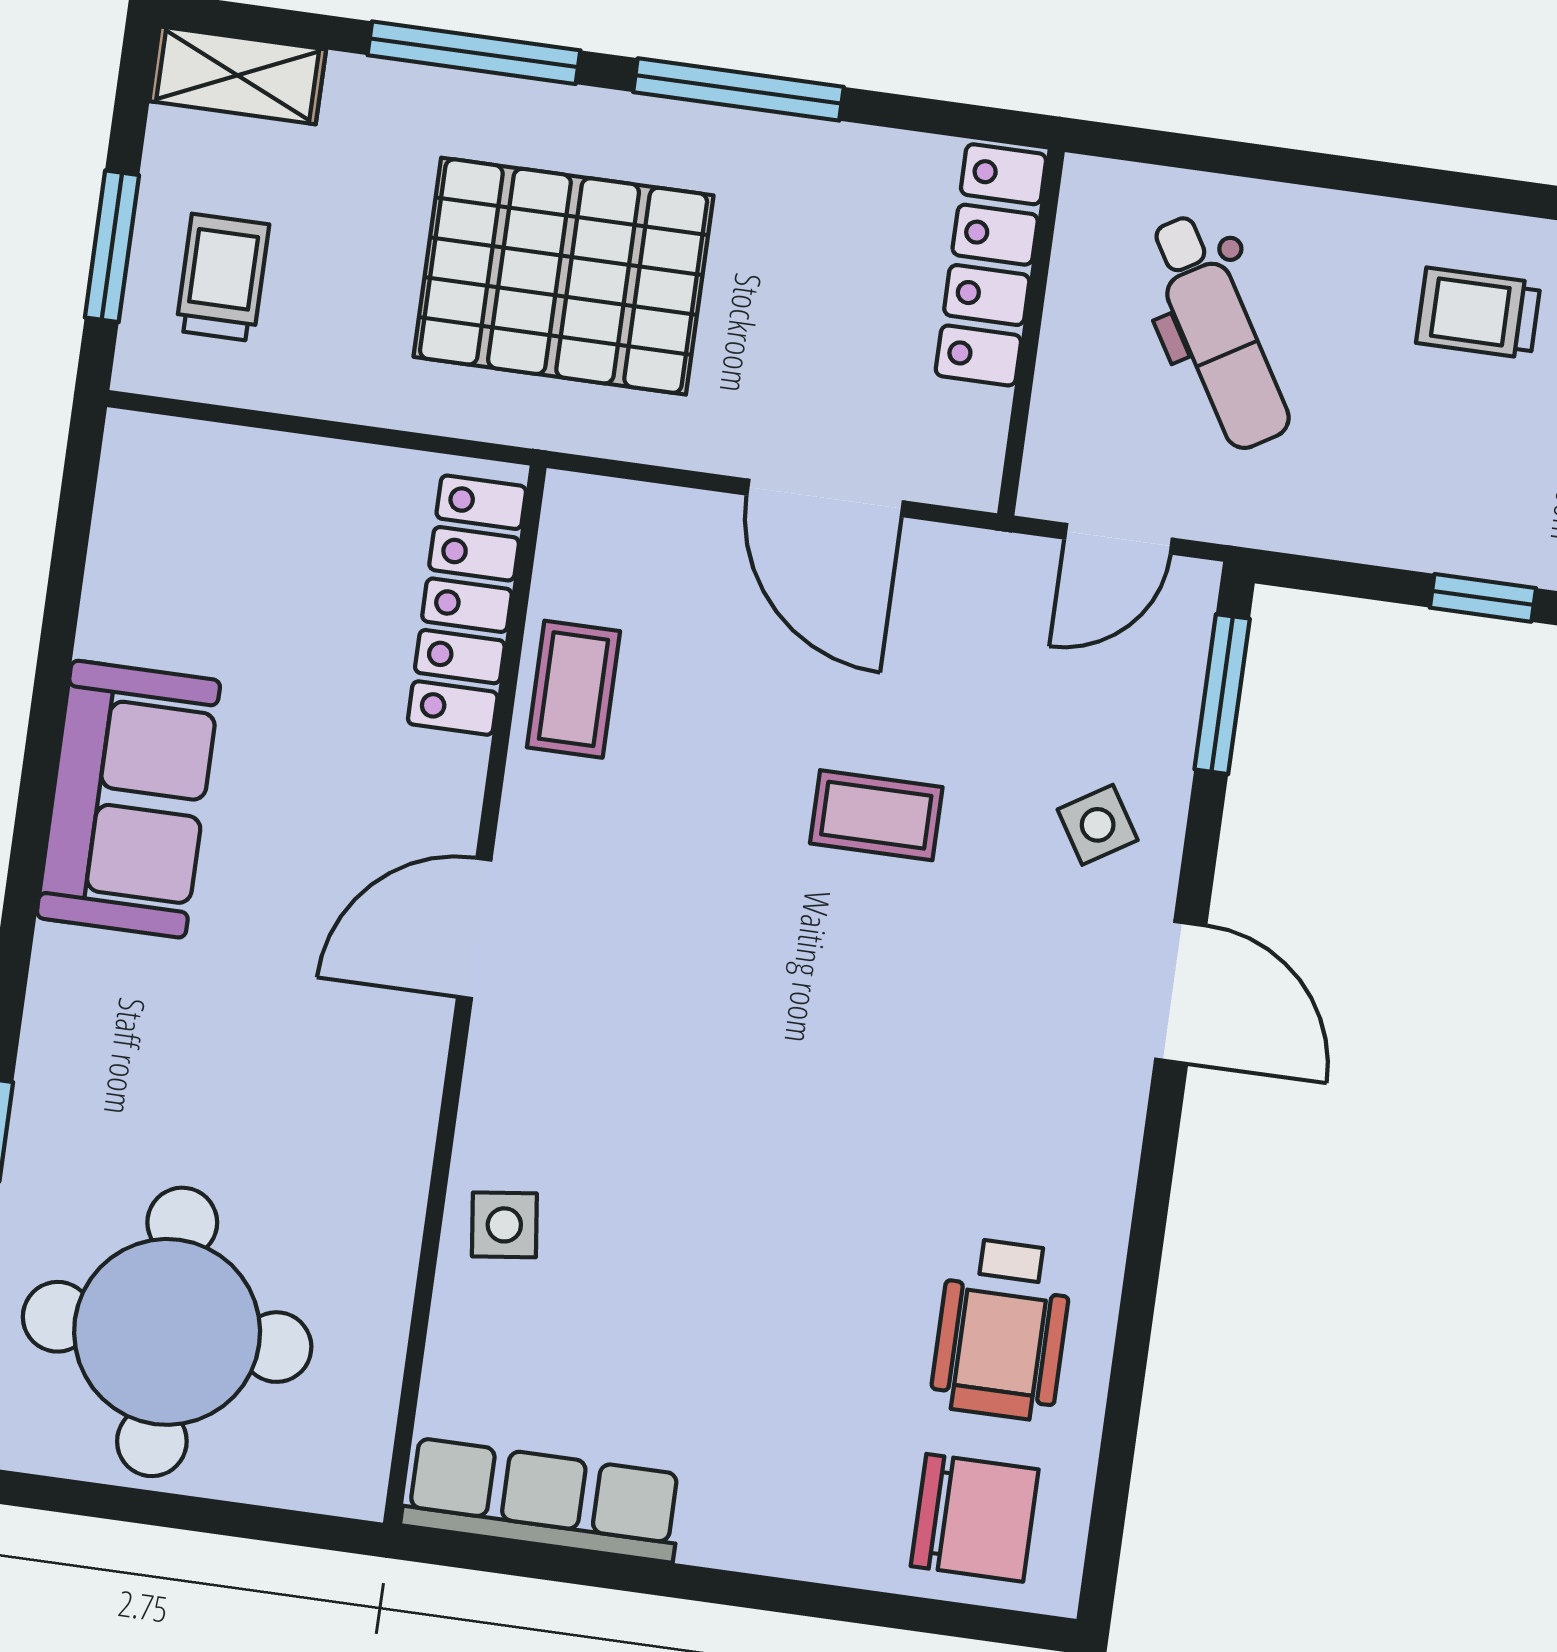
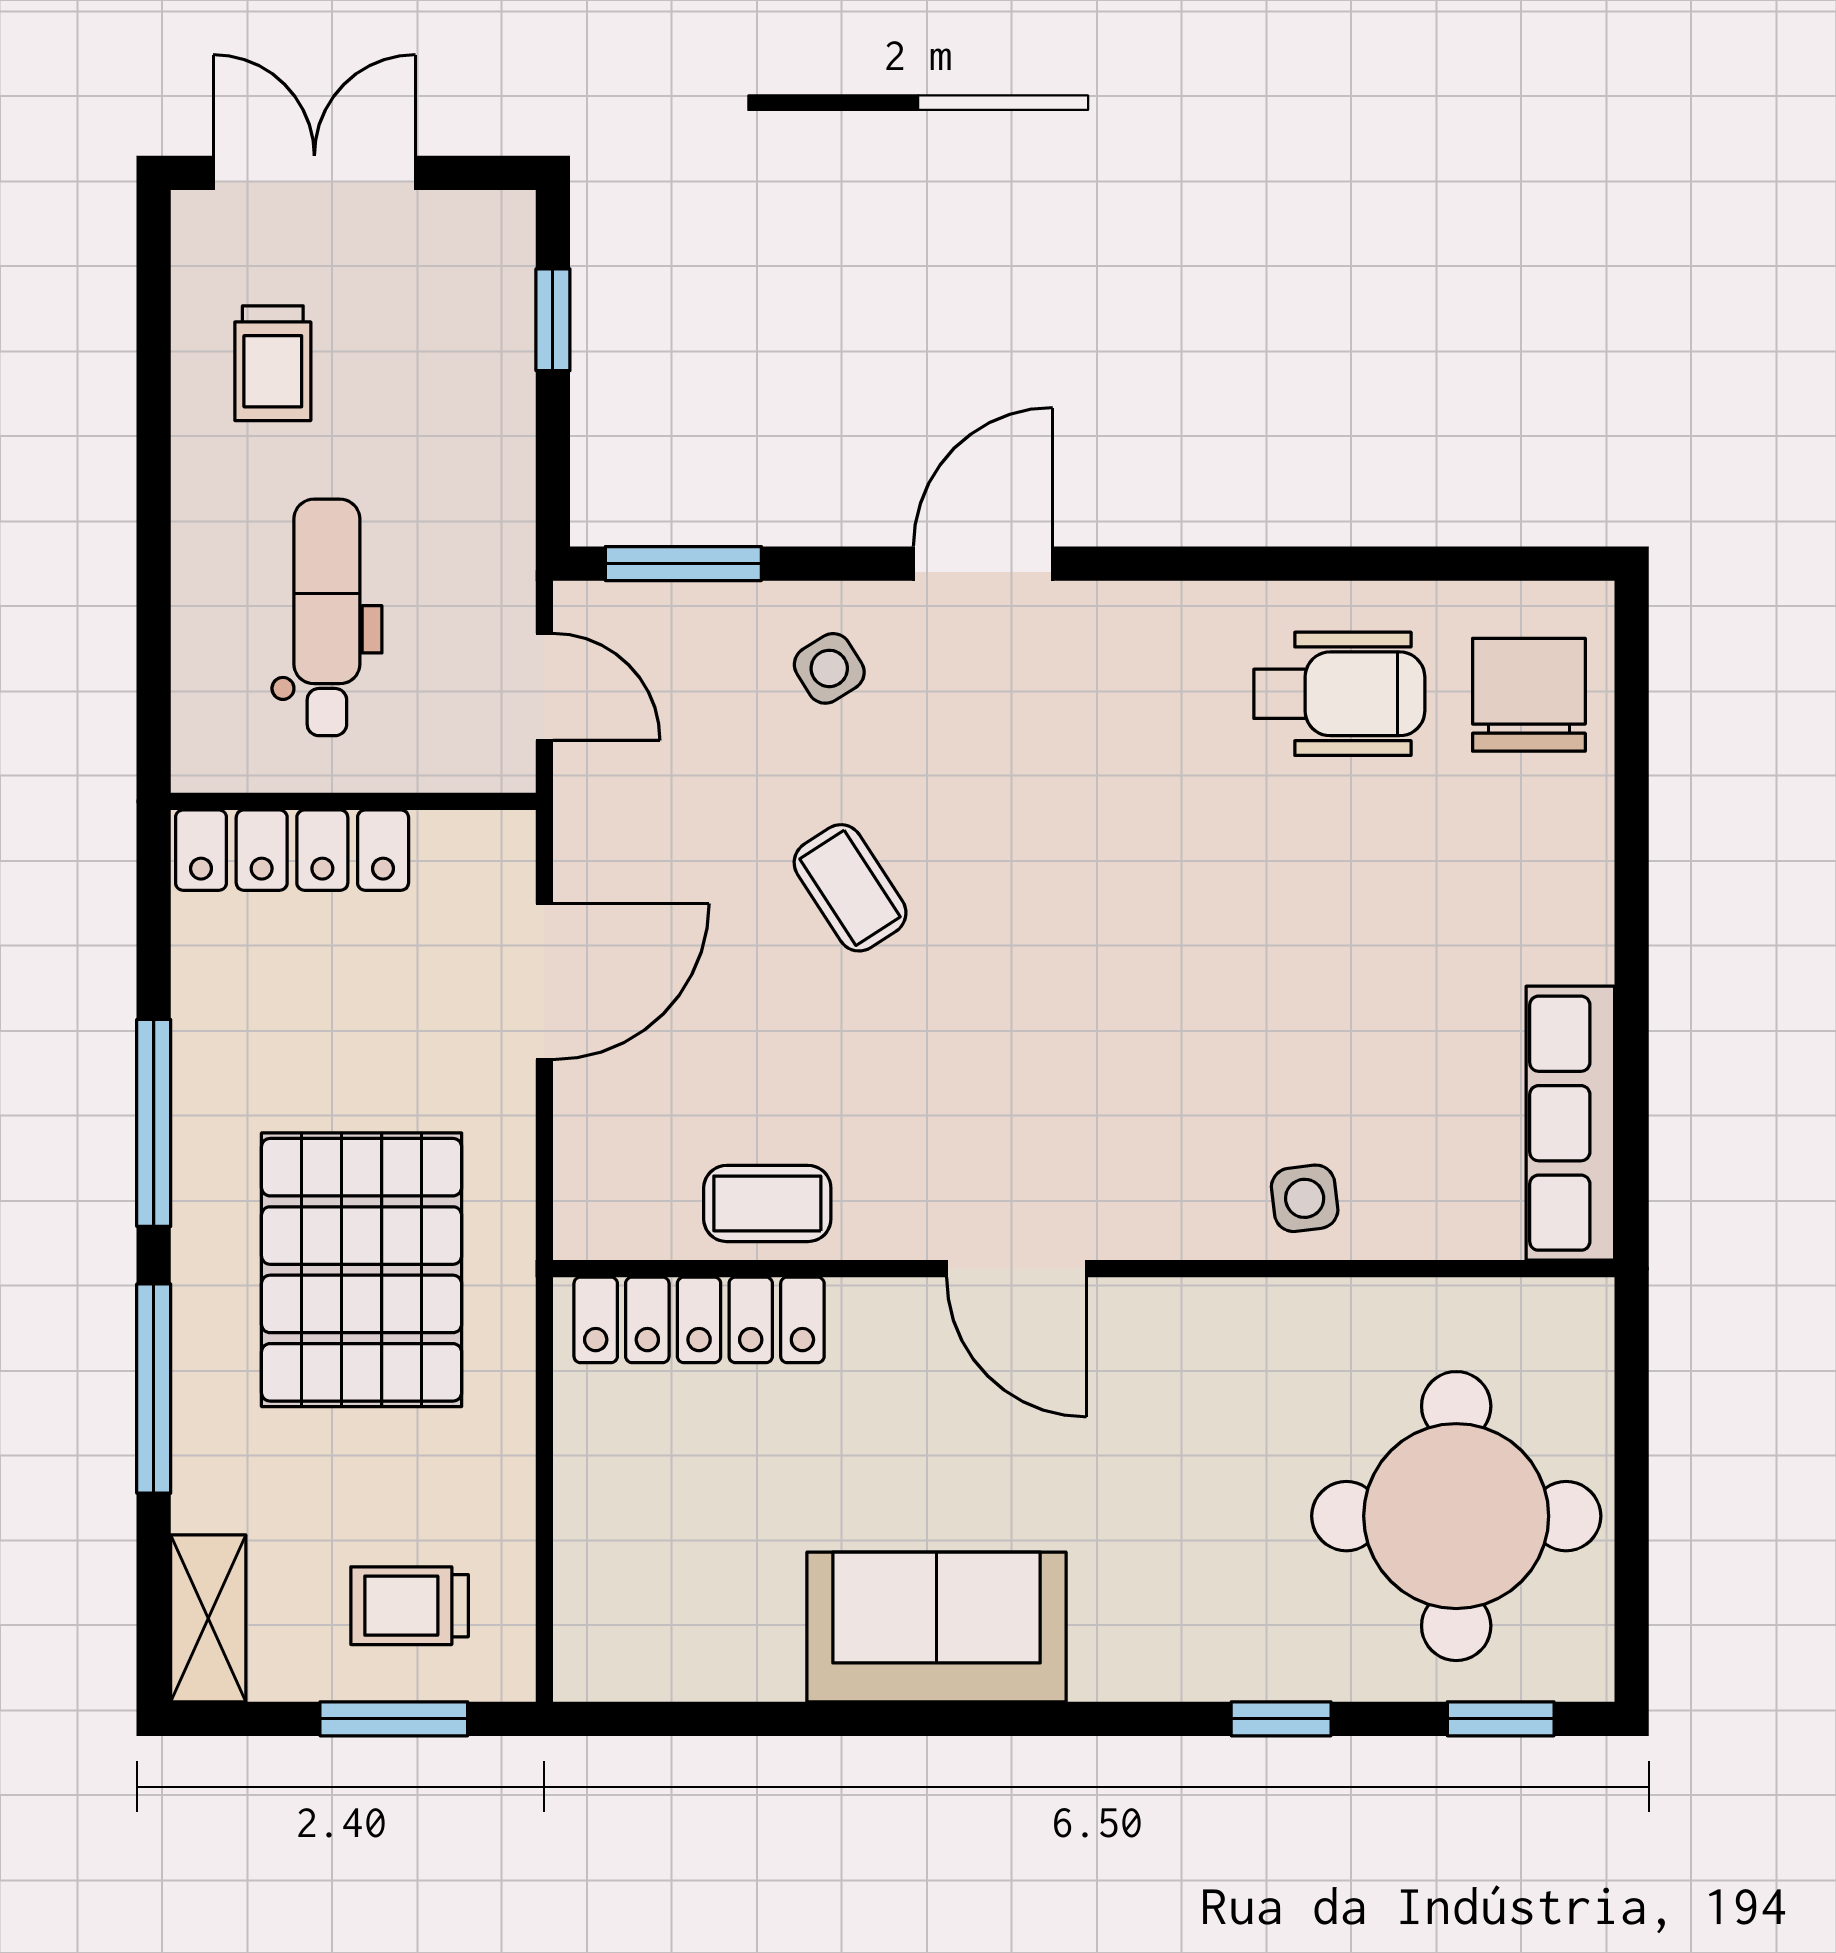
dental chair: (1218, 332) -> (327, 617), turned -59
coffee table: (876, 815) -> (850, 888), turned -33

